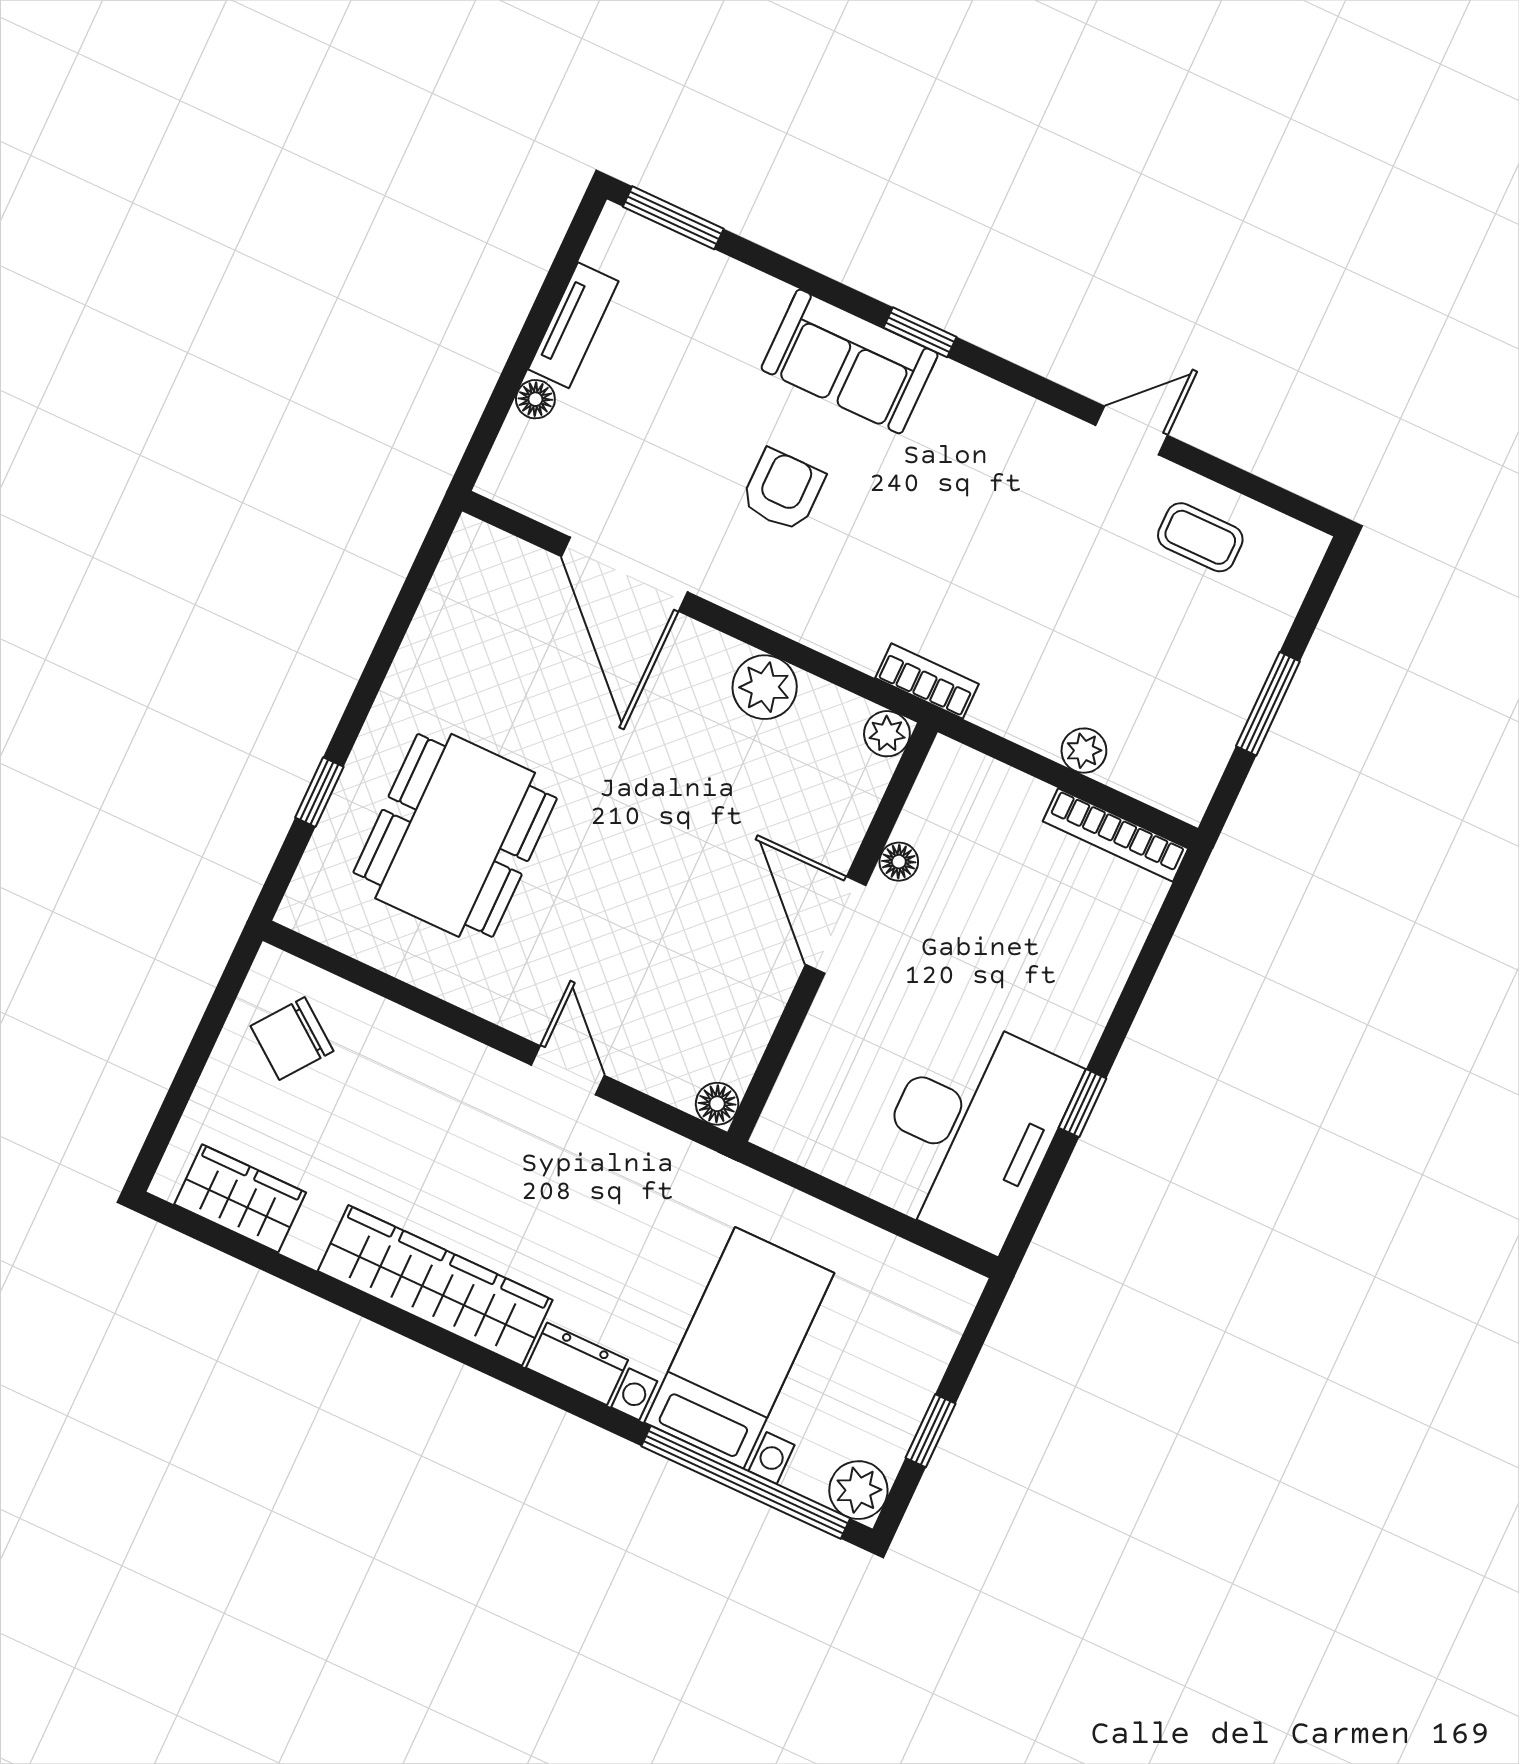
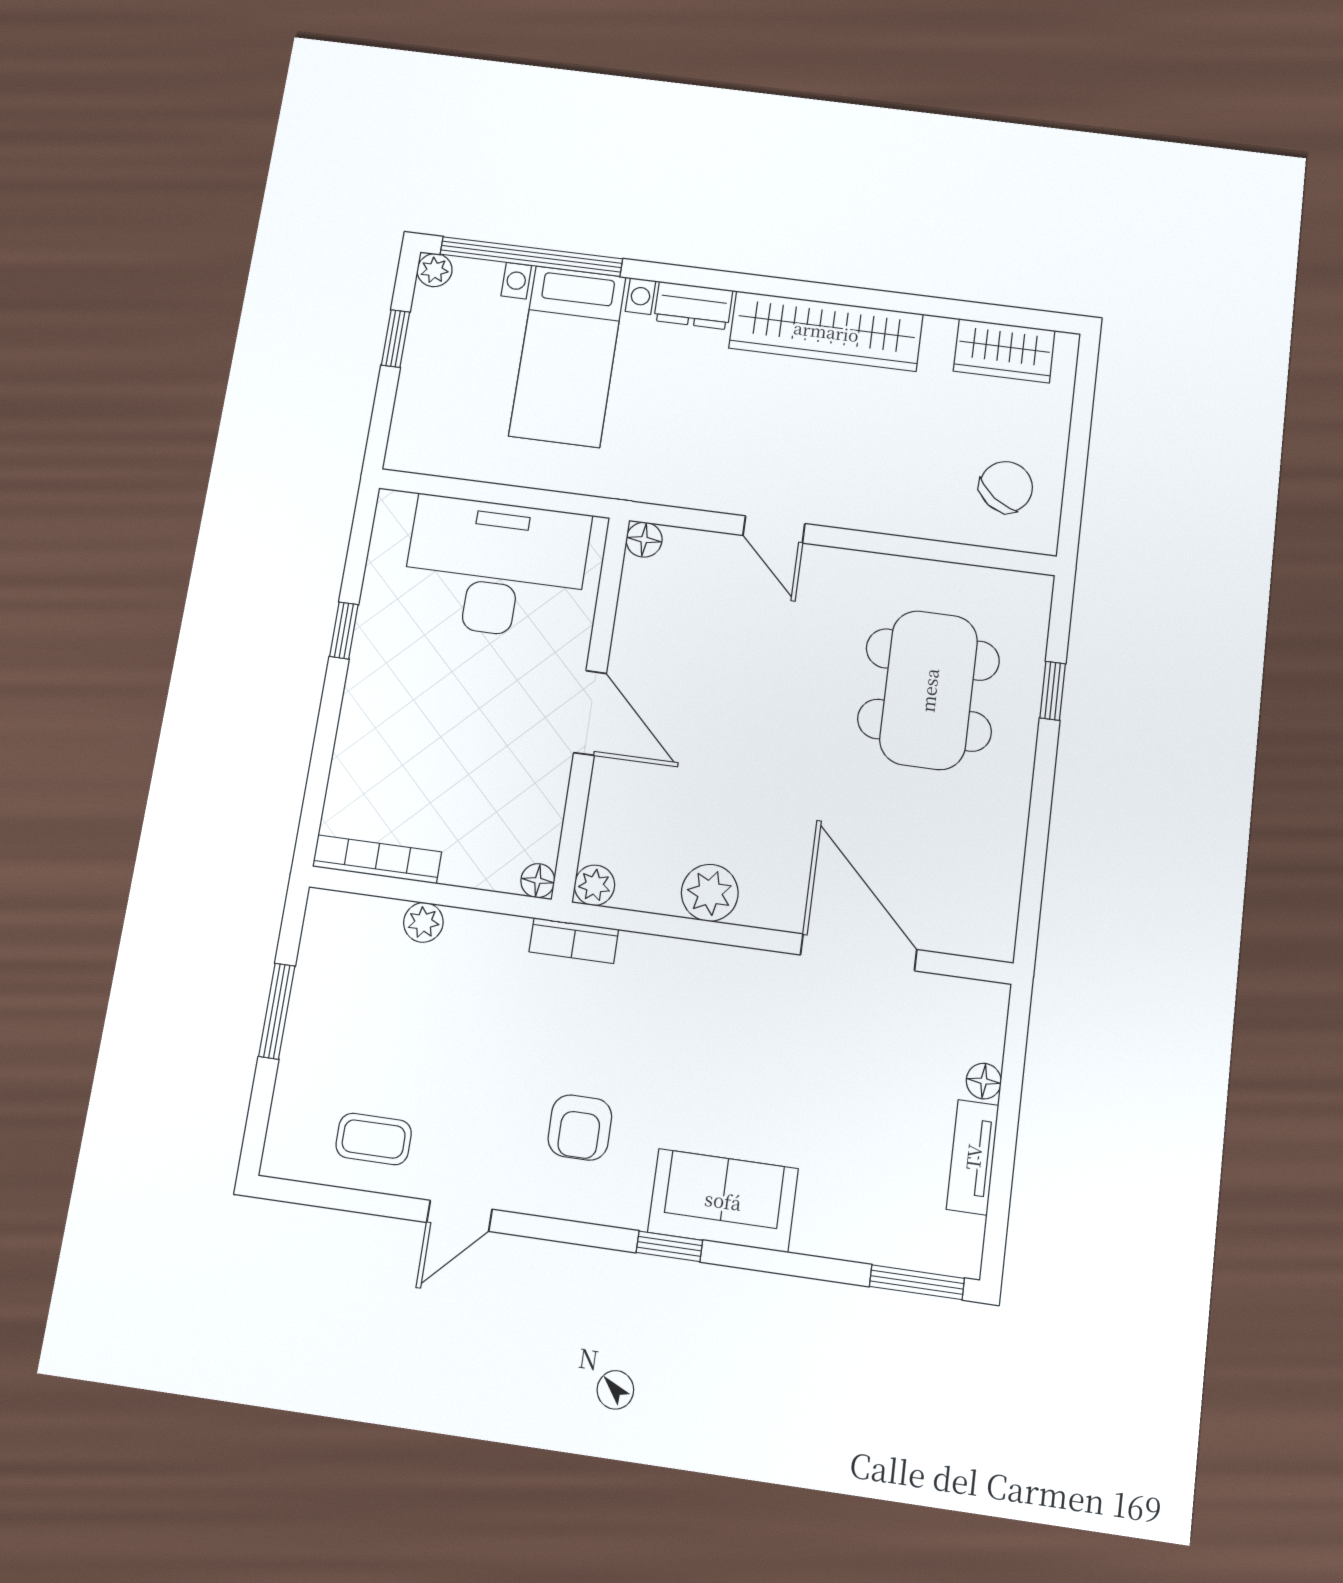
armchair: (783, 490) -> (580, 1128), moved
floor lamp: (899, 862) -> (538, 881), moved
desk: (972, 1131) -> (495, 568), moved, turned 90
plant: (858, 1490) -> (435, 270), width x0.73, depth x0.73

